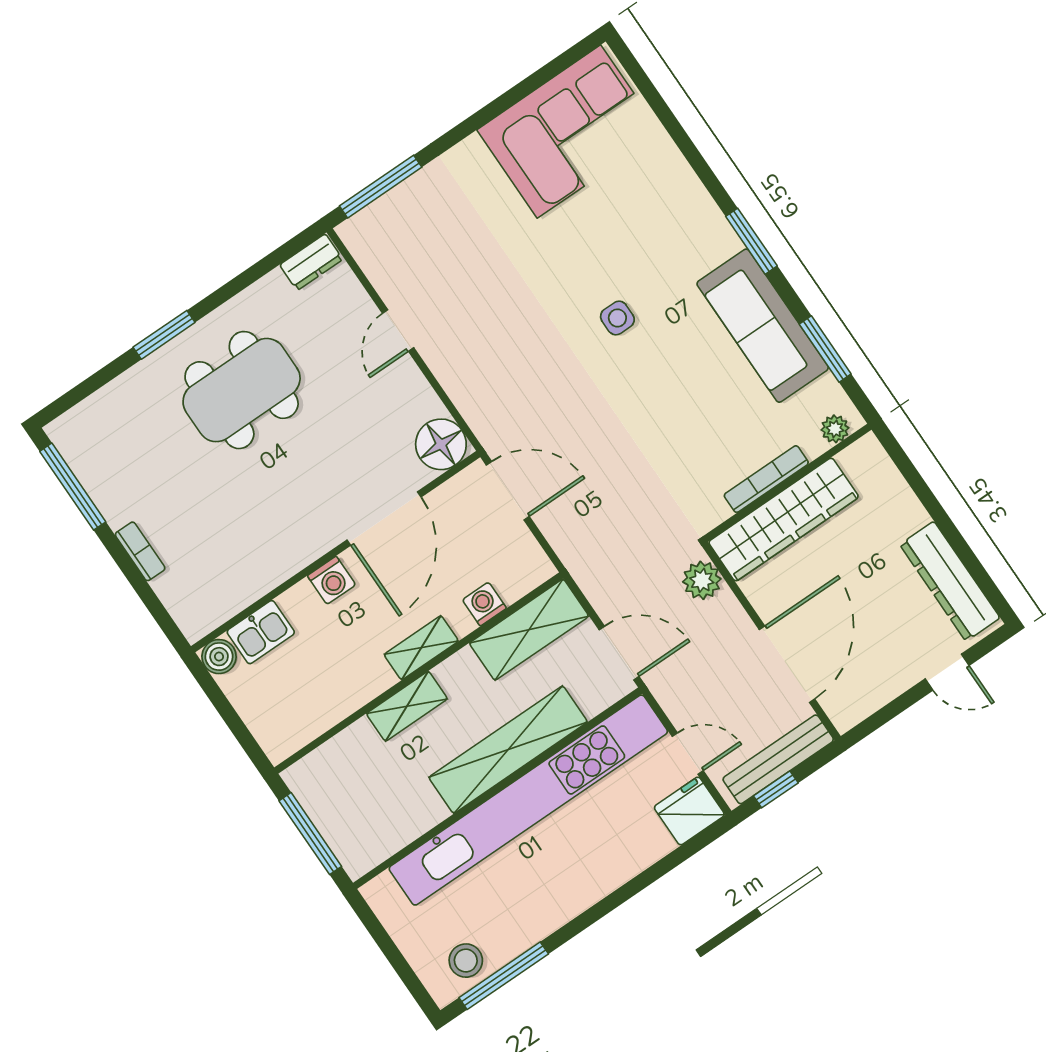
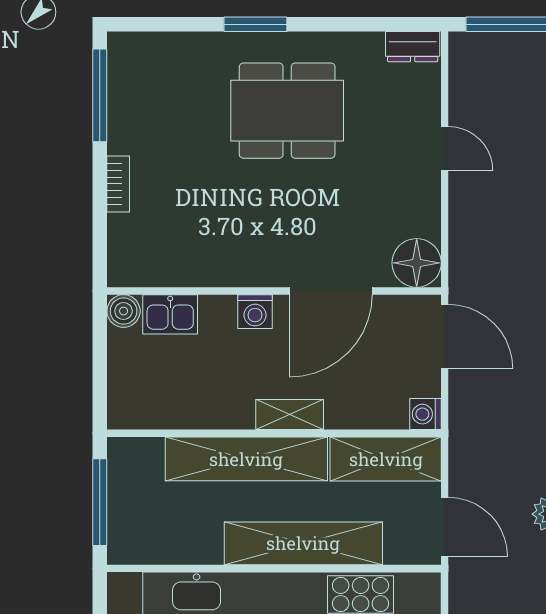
door: (398, 330) -> (445, 149), swing flipped
washing machine: (484, 604) -> (425, 414), moved, turned -90
shelving: (407, 706) -> (246, 459), width x2.20, depth x1.33

